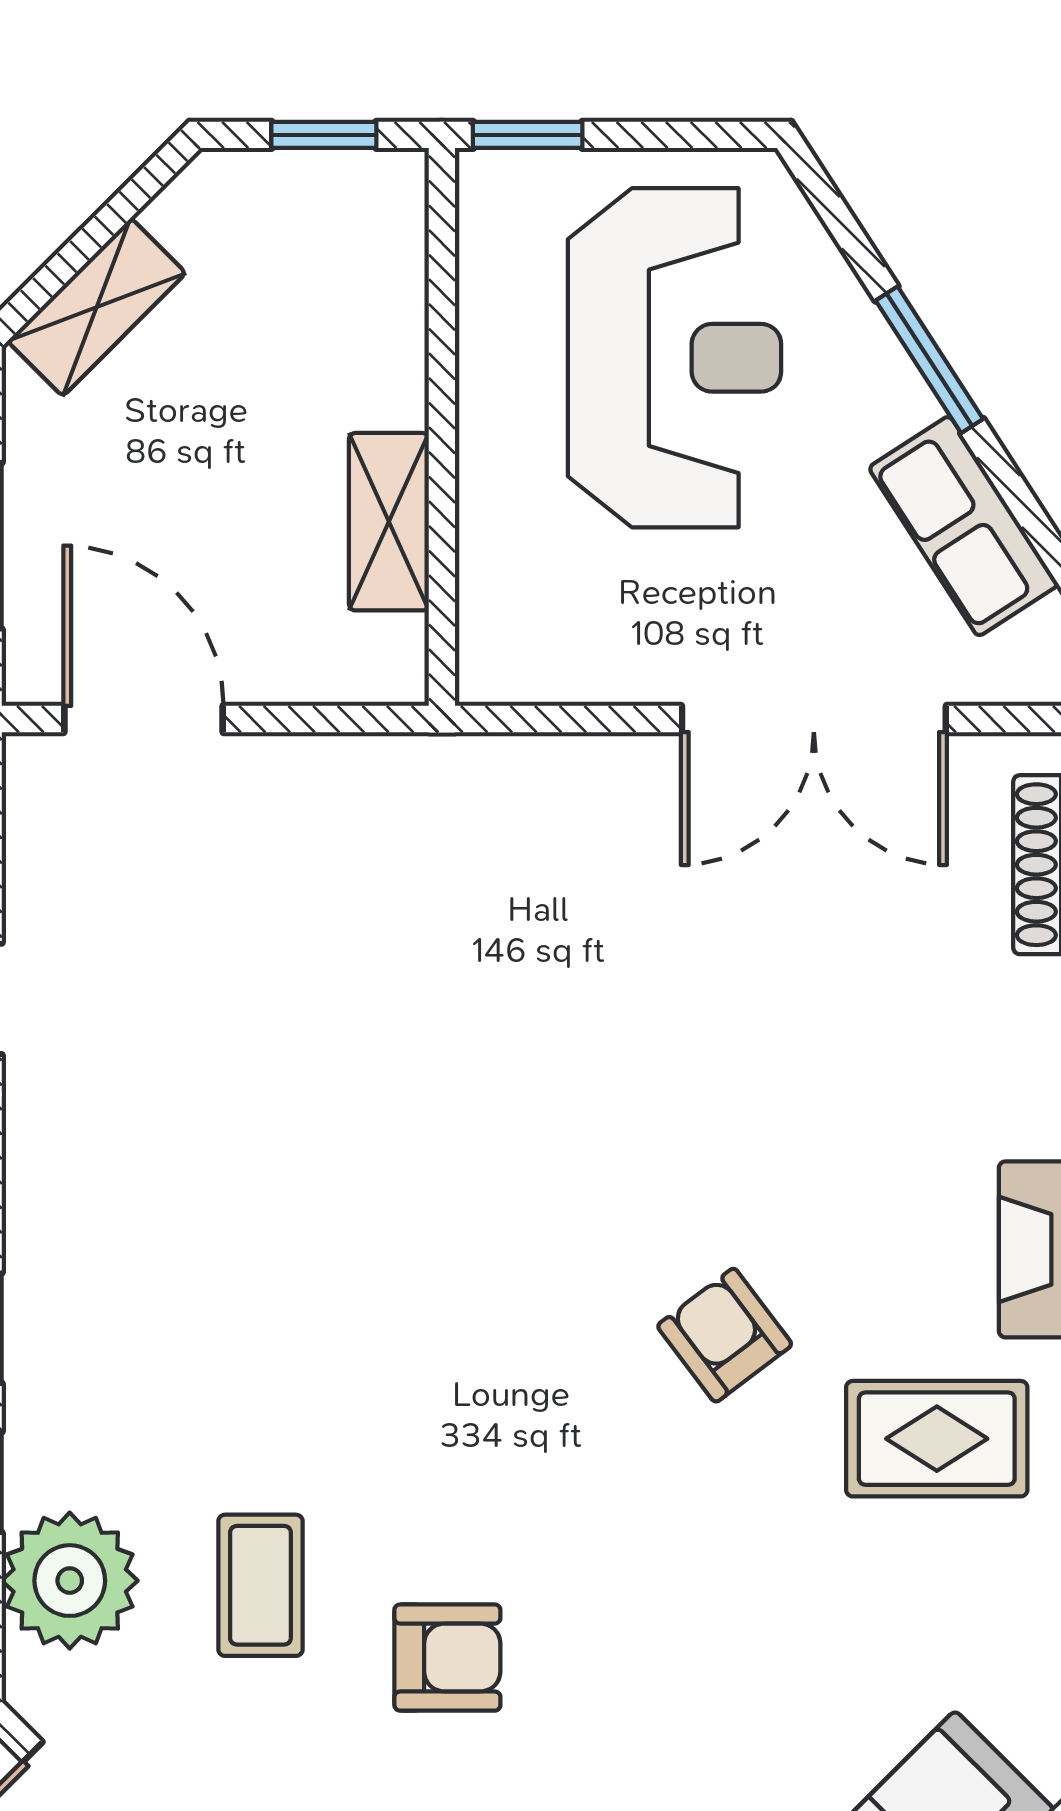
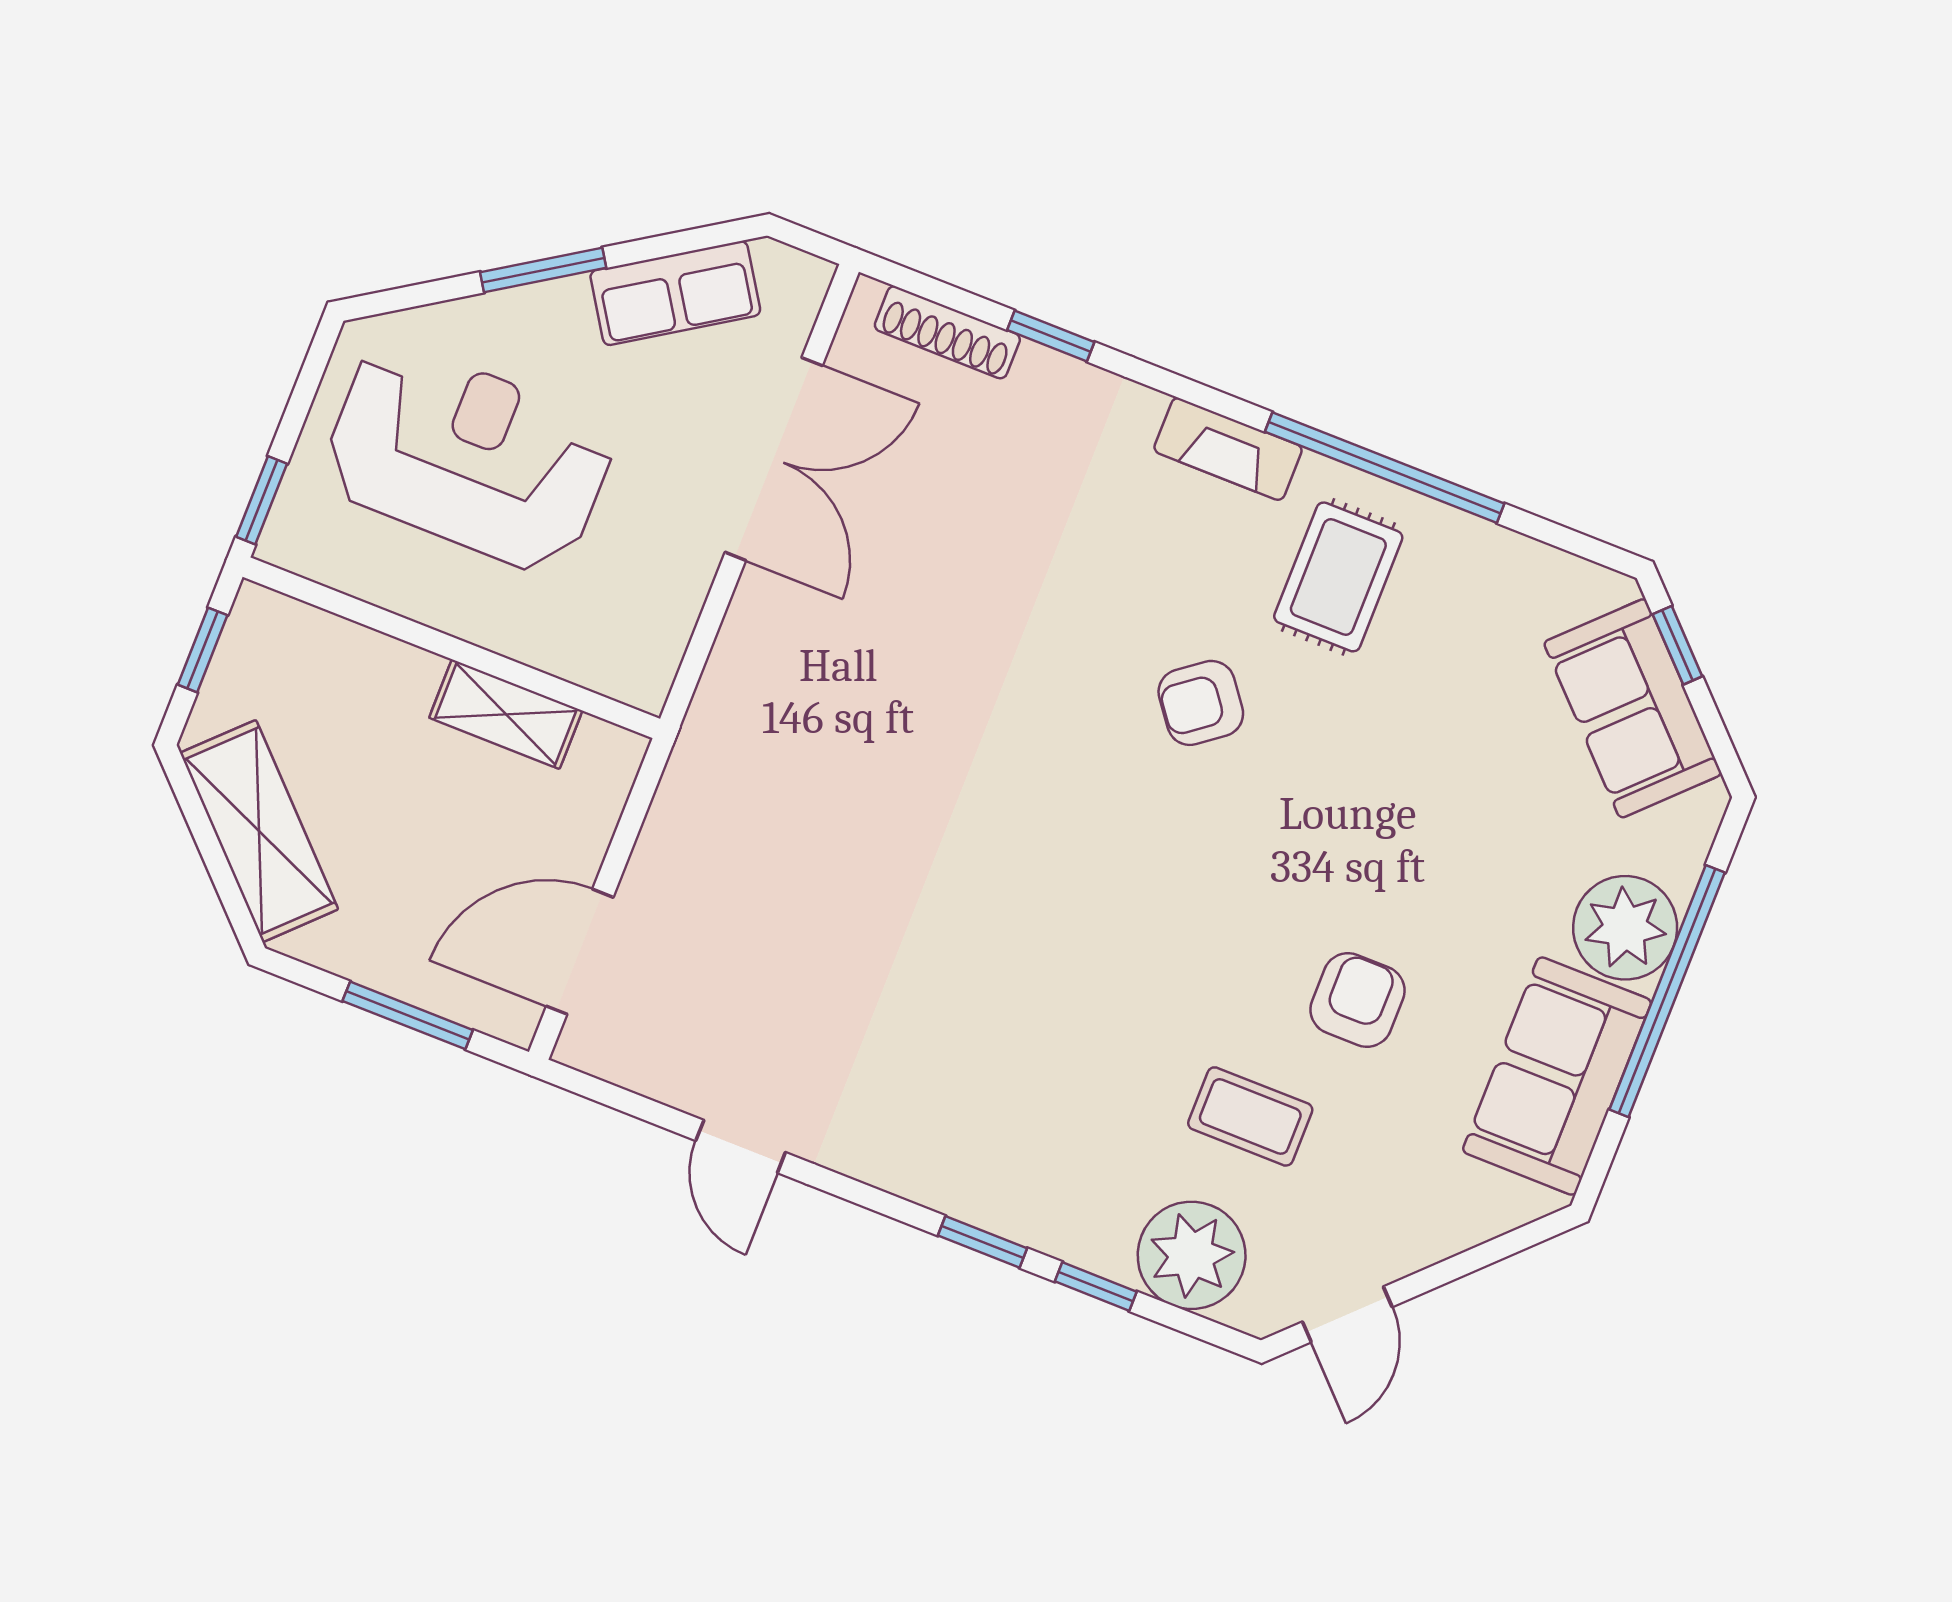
shelving: (97, 307) -> (259, 831), width x1.50, depth x1.33

